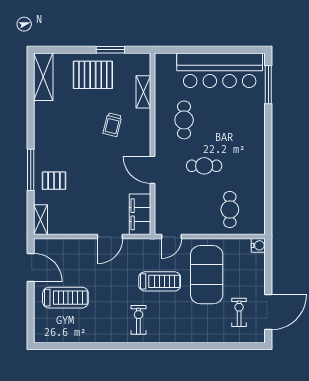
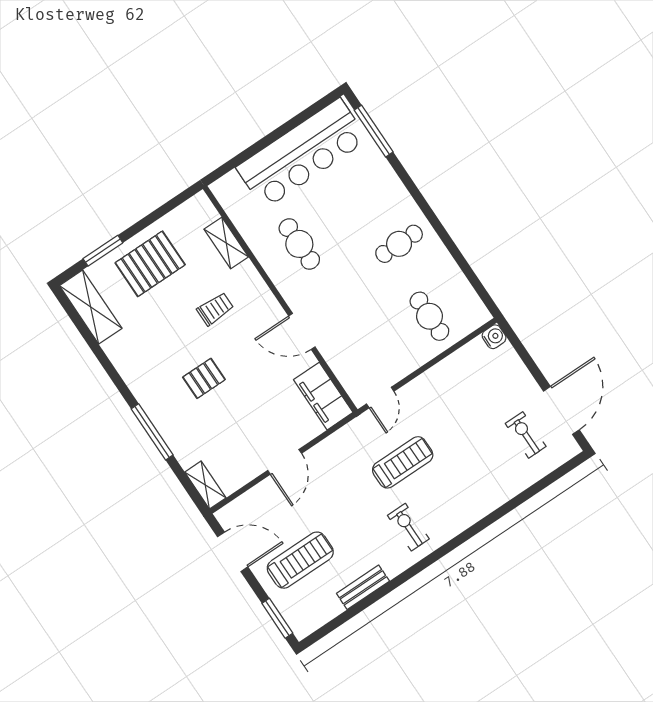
window: (110, 50) -> (103, 251), moved
trolley: (112, 125) -> (215, 309), turned -104
cafe table: (204, 166) -> (399, 244), moved
pallet: (54, 181) -> (204, 378), moved
door: (110, 237) -> (285, 462), moved
exercise mat: (207, 275) -> (455, 415), removed
window: (31, 322) -> (277, 618), added
bench: (90, 336) -> (363, 587), added

